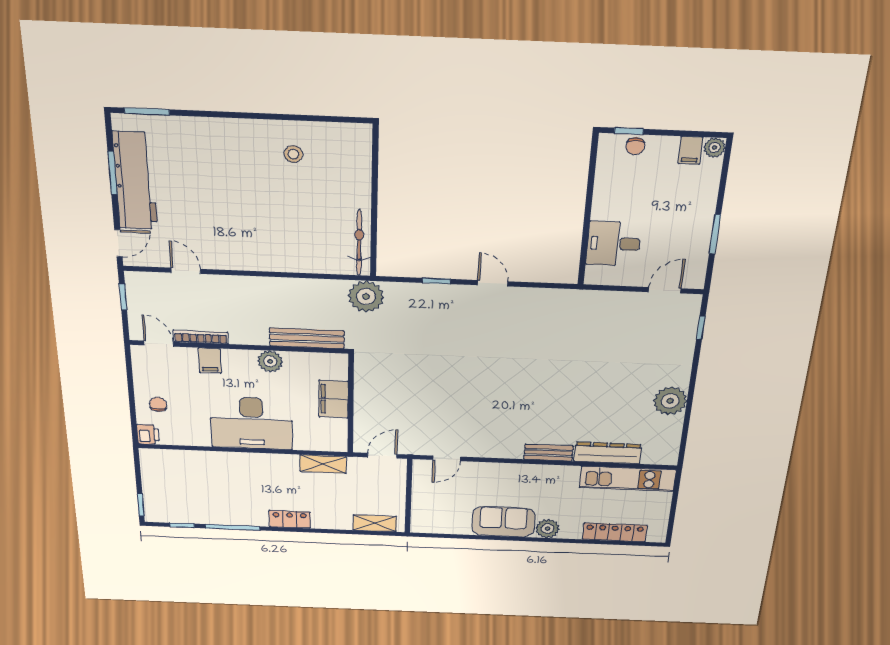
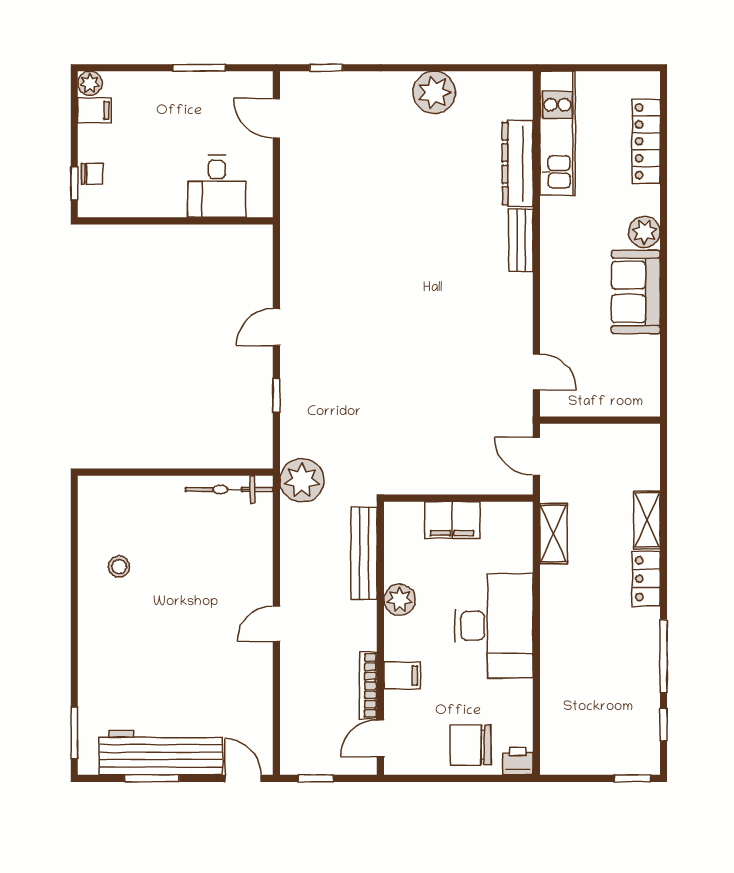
door: (186, 271) -> (276, 624), moved
chair: (158, 404) -> (471, 745), width x1.87, depth x1.87
shelving: (375, 523) -> (647, 520), moved

